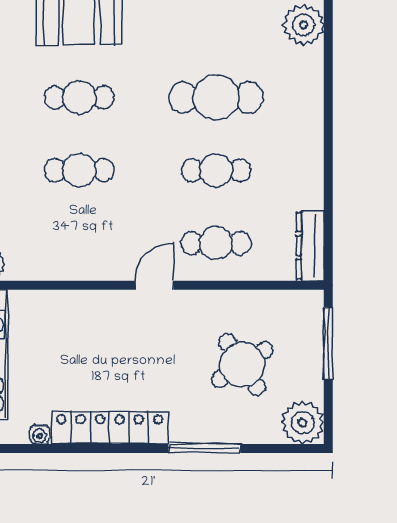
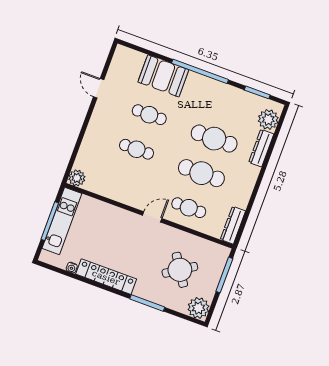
dresser: (310, 83) -> (261, 148), added
cafe table: (216, 170) -> (201, 173), width x1.37, depth x1.35

